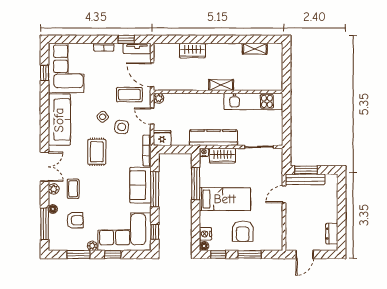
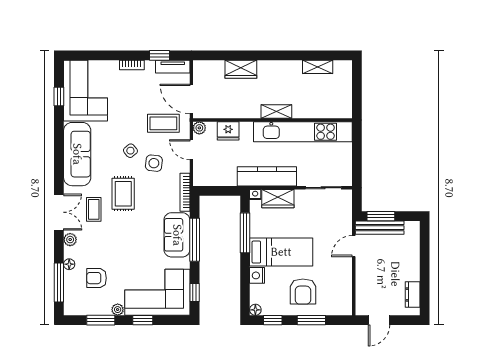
kitchen unit: (253, 101) -> (303, 132), width x1.36
fridge: (162, 138) -> (228, 131), moved, turned 180
coffee table: (73, 189) -> (94, 209), moved
armchair: (75, 220) -> (96, 278), turned 180
nightstand: (205, 234) -> (257, 275), moved

